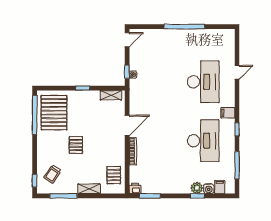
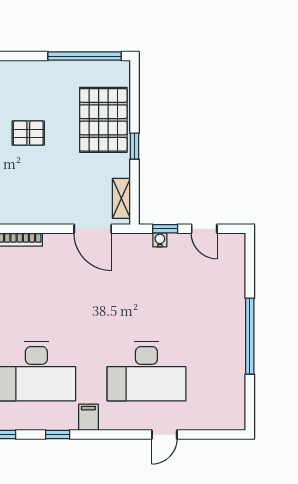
door: (127, 40) -> (204, 229), moved
door: (237, 72) -> (164, 435), hinge flipped
pallet: (54, 113) -> (103, 120), moved, turned 90
door: (127, 125) -> (93, 229), moved

